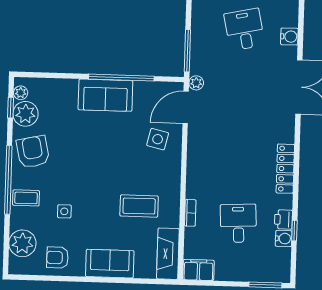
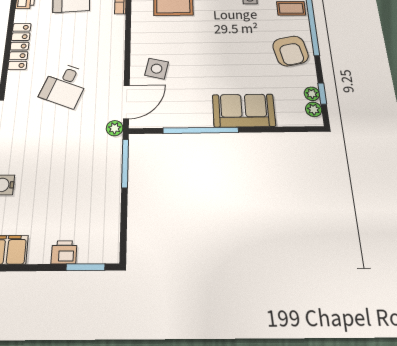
desk: (244, 30) -> (65, 85), moved, turned 33
sofa: (105, 95) -> (244, 110), moved
plant: (25, 114) -> (312, 94), width x0.53, depth x0.53

